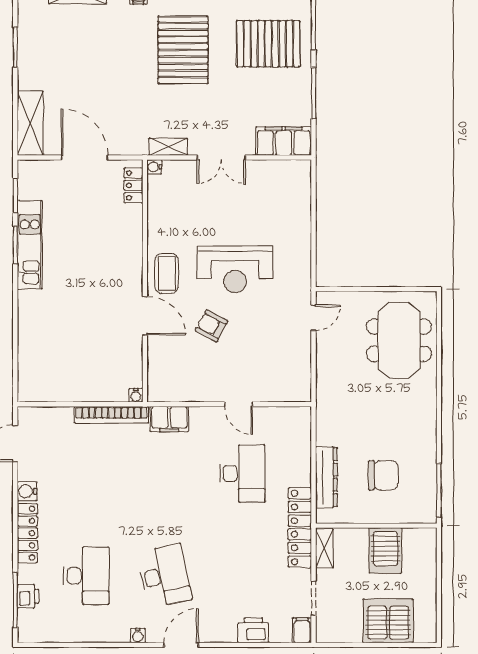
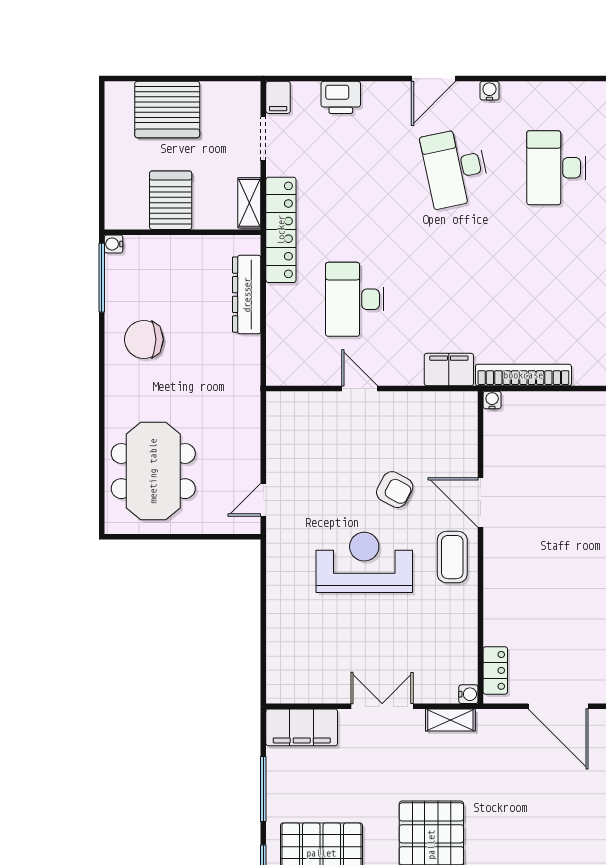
chair: (383, 475) -> (144, 339), moved
water cooler: (430, 516) -> (114, 244), added

